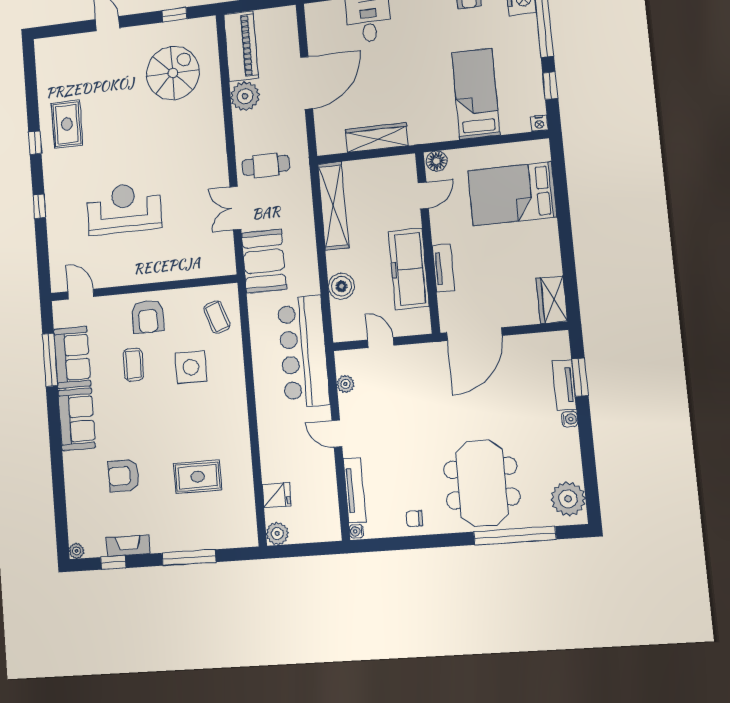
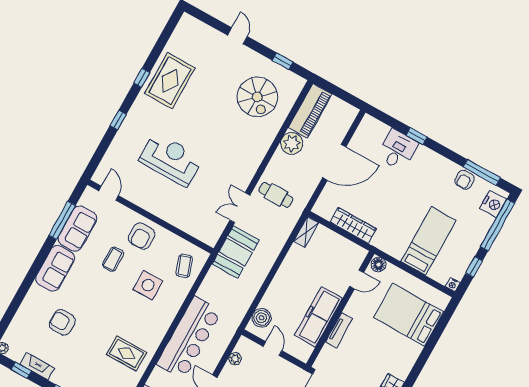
spiral stairs: (173, 73) -> (257, 97), turned 90
rug: (67, 124) -> (170, 81), width x1.36, depth x1.43
shelving: (333, 206) -> (306, 232), width x0.45, depth x0.75
boiler: (341, 286) -> (262, 318), moved
bar counter: (303, 351) -> (189, 338), moved, turned 180
rug: (198, 477) -> (127, 353), moved

